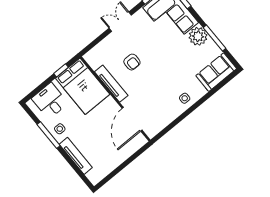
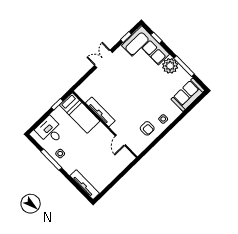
armchair: (132, 62) -> (147, 128), moved
bed: (83, 86) -> (80, 113), width x0.67
door: (132, 119) -> (120, 140), width x0.53
tv unit: (76, 156) -> (85, 185), moved

